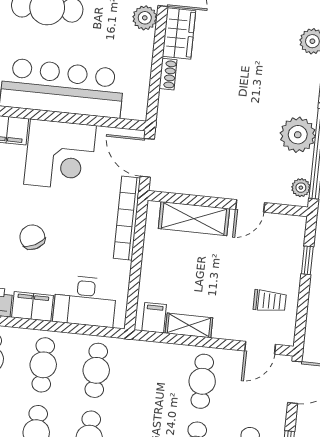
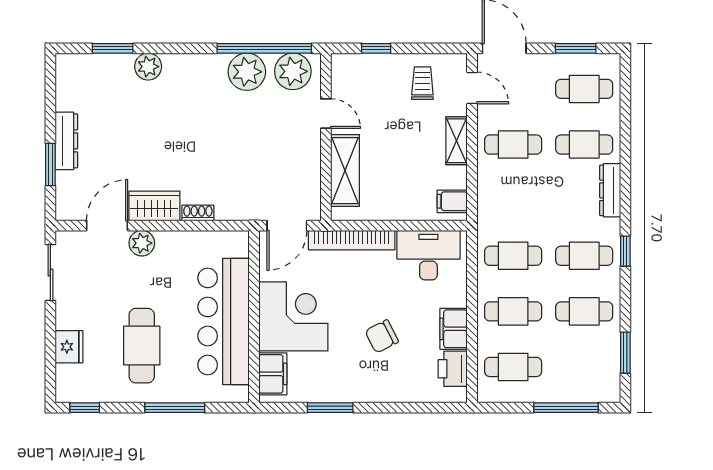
plant: (301, 188) -> (293, 71), width x1.88, depth x1.88
desk: (85, 301) -> (428, 255), moved, turned -90
shelving: (189, 325) -> (457, 141), moved

